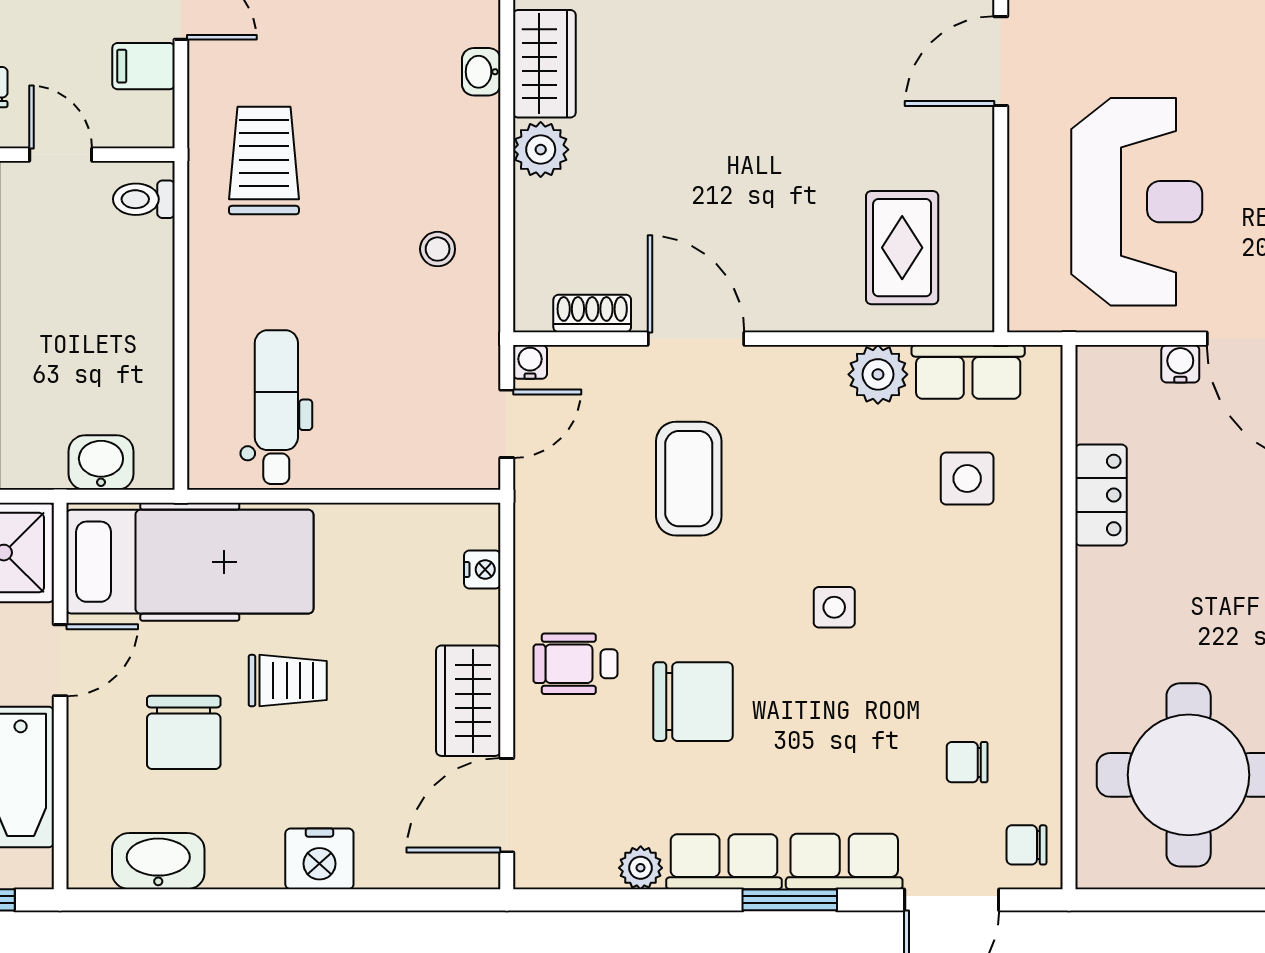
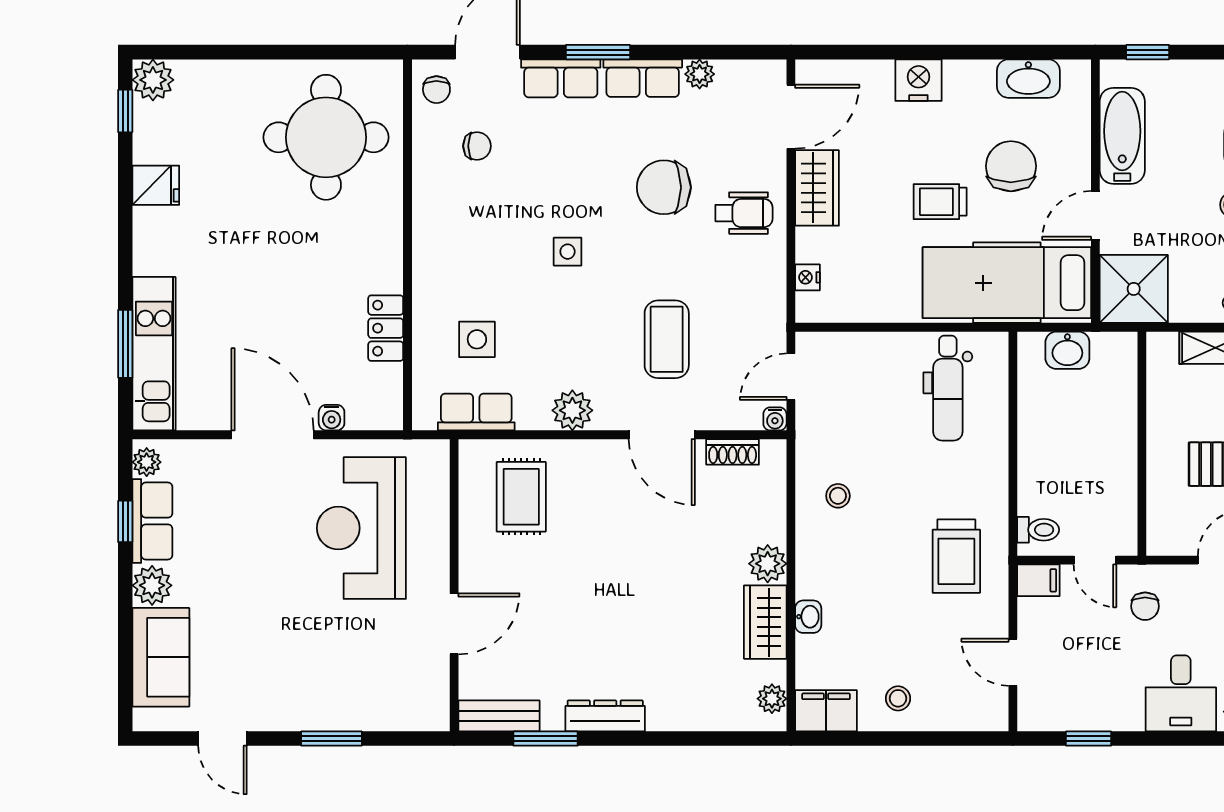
filing cabinet: (144, 66) -> (1038, 580), moved
plant: (878, 374) -> (572, 410), moved
chair: (1026, 845) -> (436, 90), turned 90

